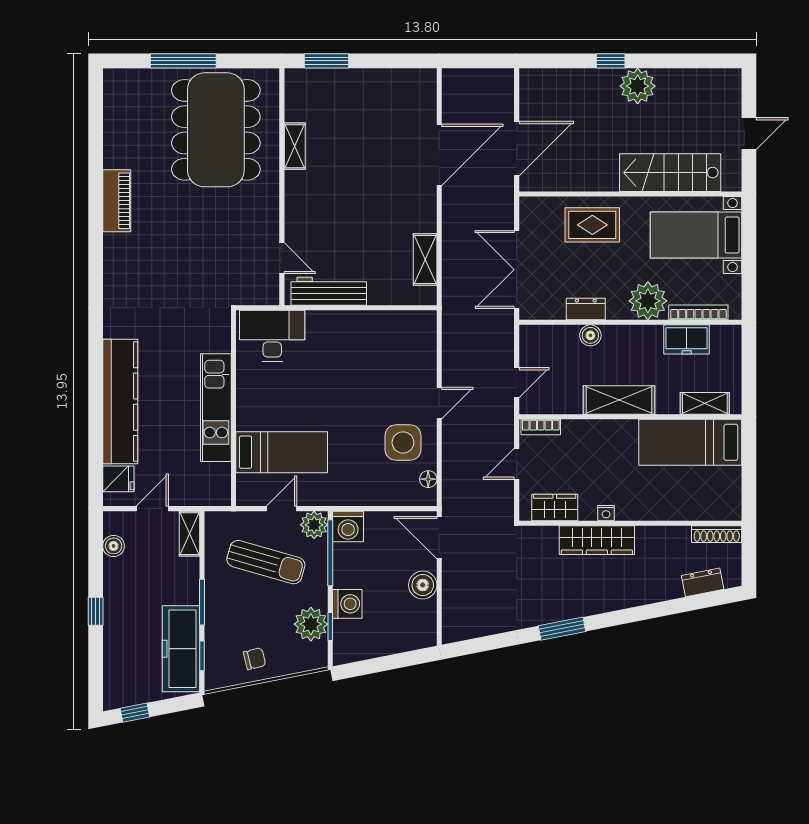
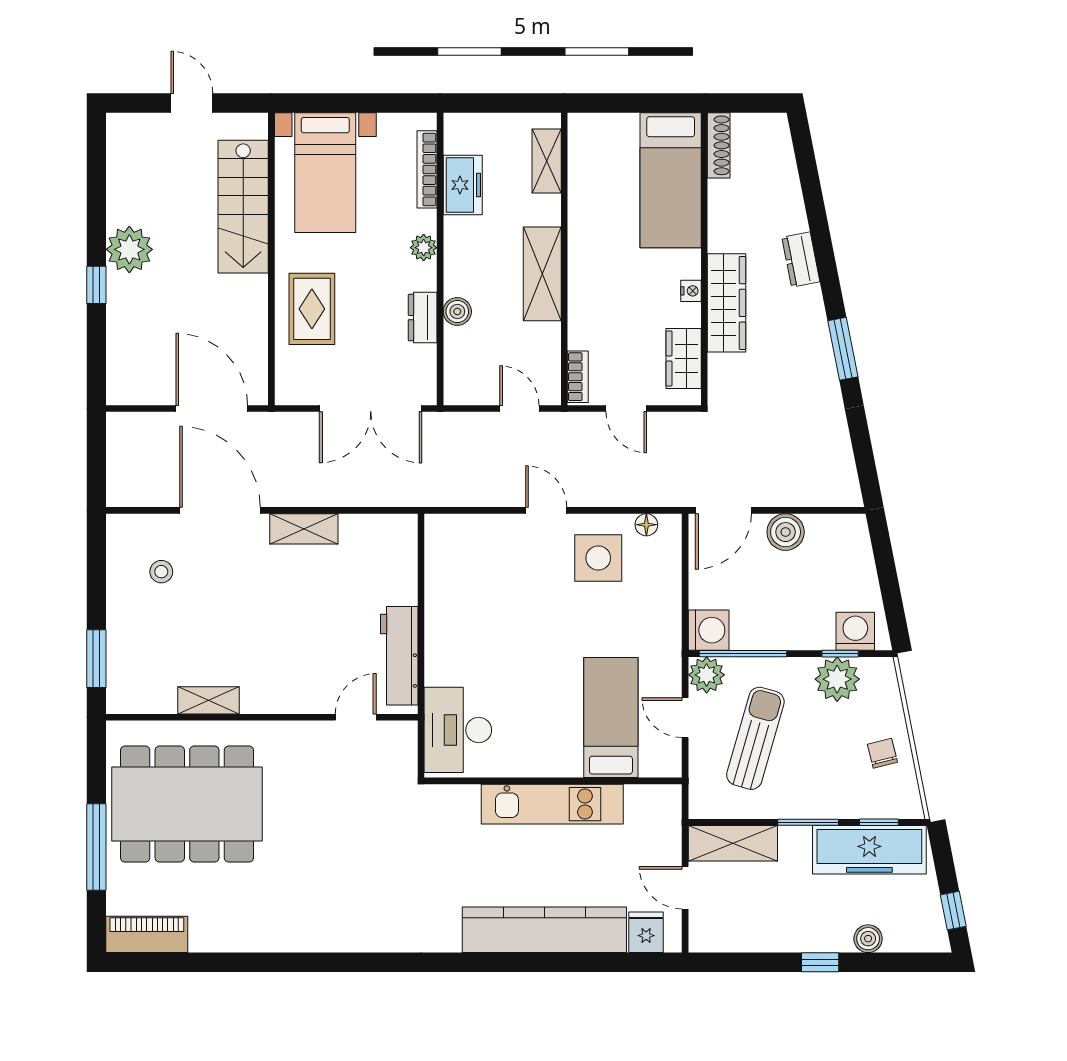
stool: (393, 110) -> (161, 572), added
piano: (117, 201) -> (147, 934), moved
shelving: (425, 260) -> (304, 529), moved
plant: (648, 301) -> (424, 248), width x0.53, depth x0.53
bed: (690, 442) -> (671, 180), moved
shelving: (189, 534) -> (733, 843), width x1.50, depth x1.33
boiler: (114, 546) -> (868, 939), moved
dresser: (703, 582) -> (801, 260), moved
washing machine: (347, 604) -> (855, 631), moved

